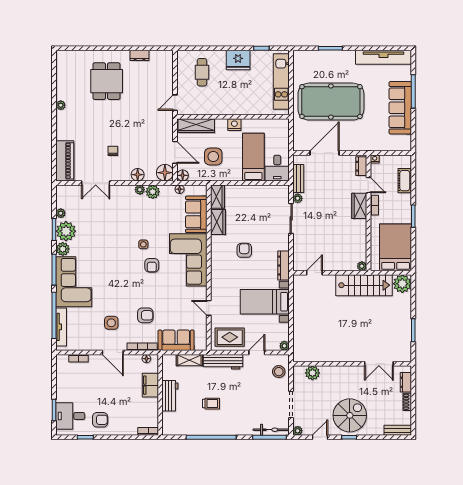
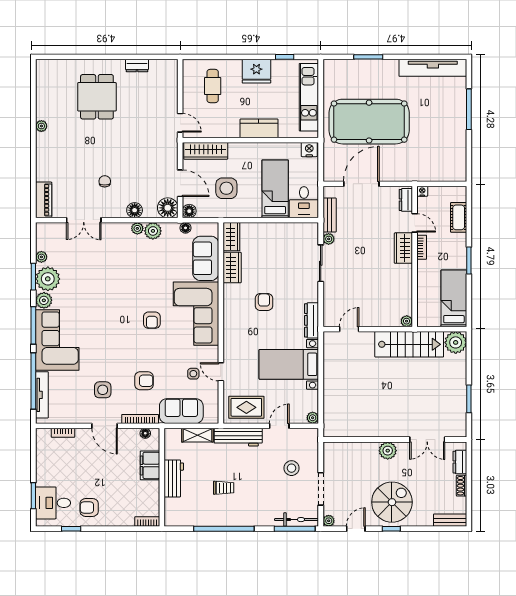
door: (175, 103) -> (180, 123), swing flipped
kitchen counter: (240, 107) -> (259, 128), added
sofa: (400, 108) -> (453, 129), removed
nightstand: (234, 125) -> (309, 150), moved
piano: (65, 161) -> (44, 200), width x0.73, depth x0.75
side table: (143, 244) -> (193, 374), moved
bed: (396, 247) -> (454, 298), width x0.67
stool: (279, 372) -> (292, 468), moved
plant: (312, 373) -> (388, 451), moved
armchair: (100, 420) -> (89, 507), turned 180

